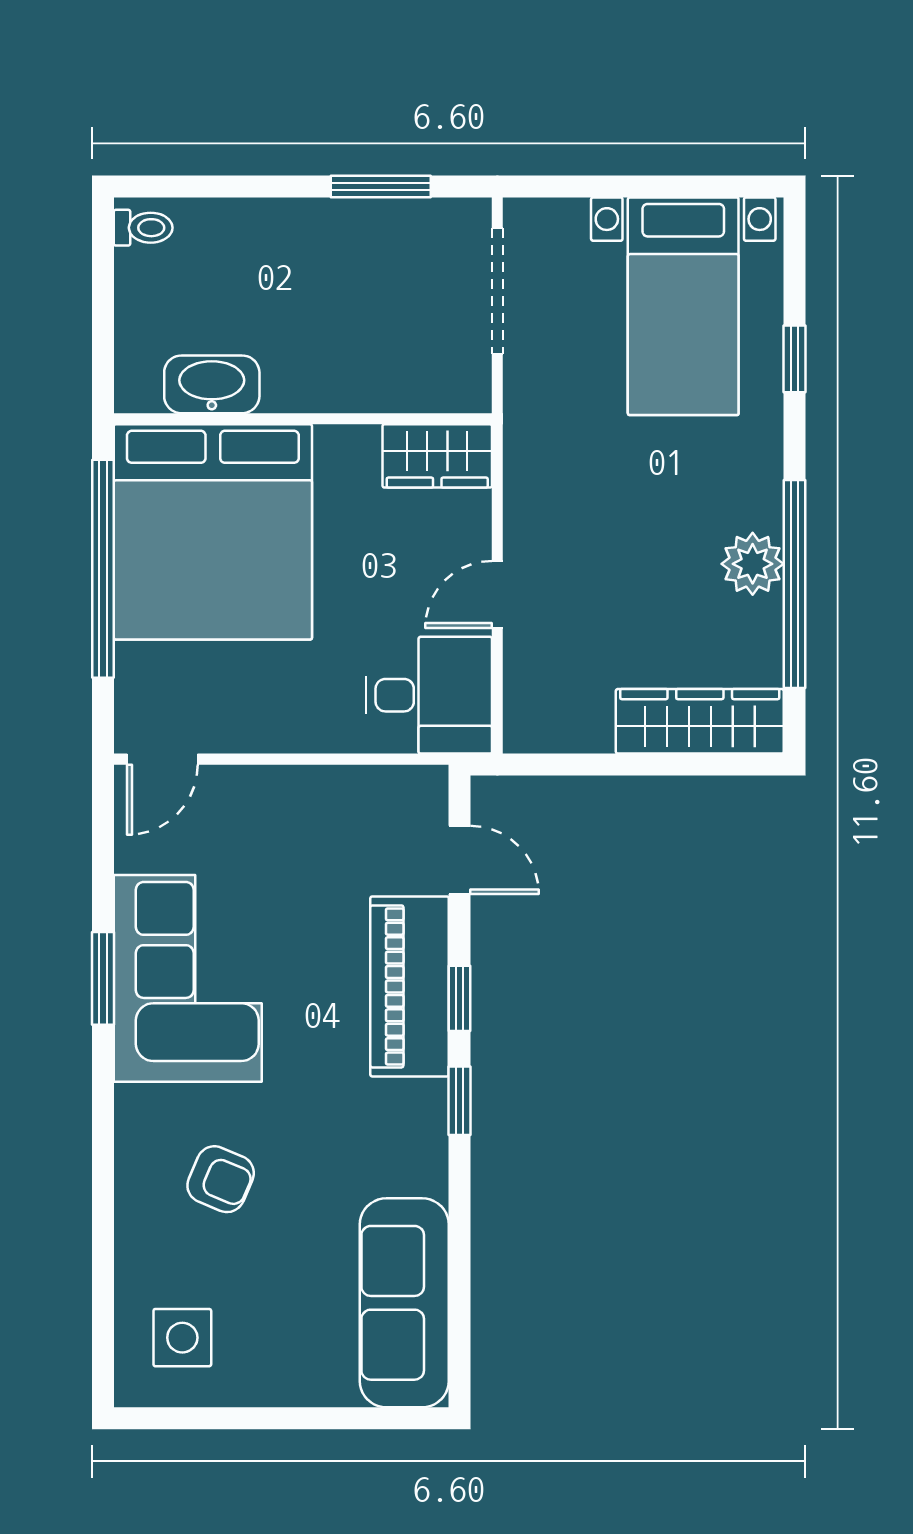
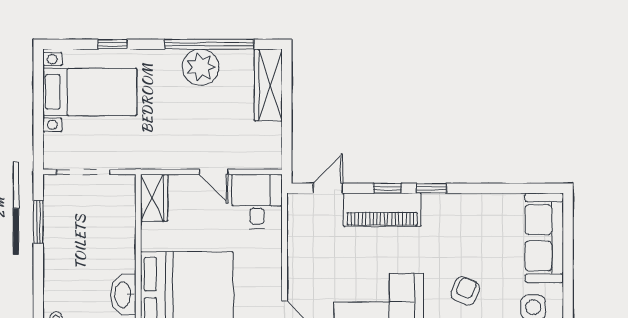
plant: (753, 564) -> (201, 67), width x1.36, depth x1.36
sofa: (404, 1303) -> (544, 238), moved, turned 90

